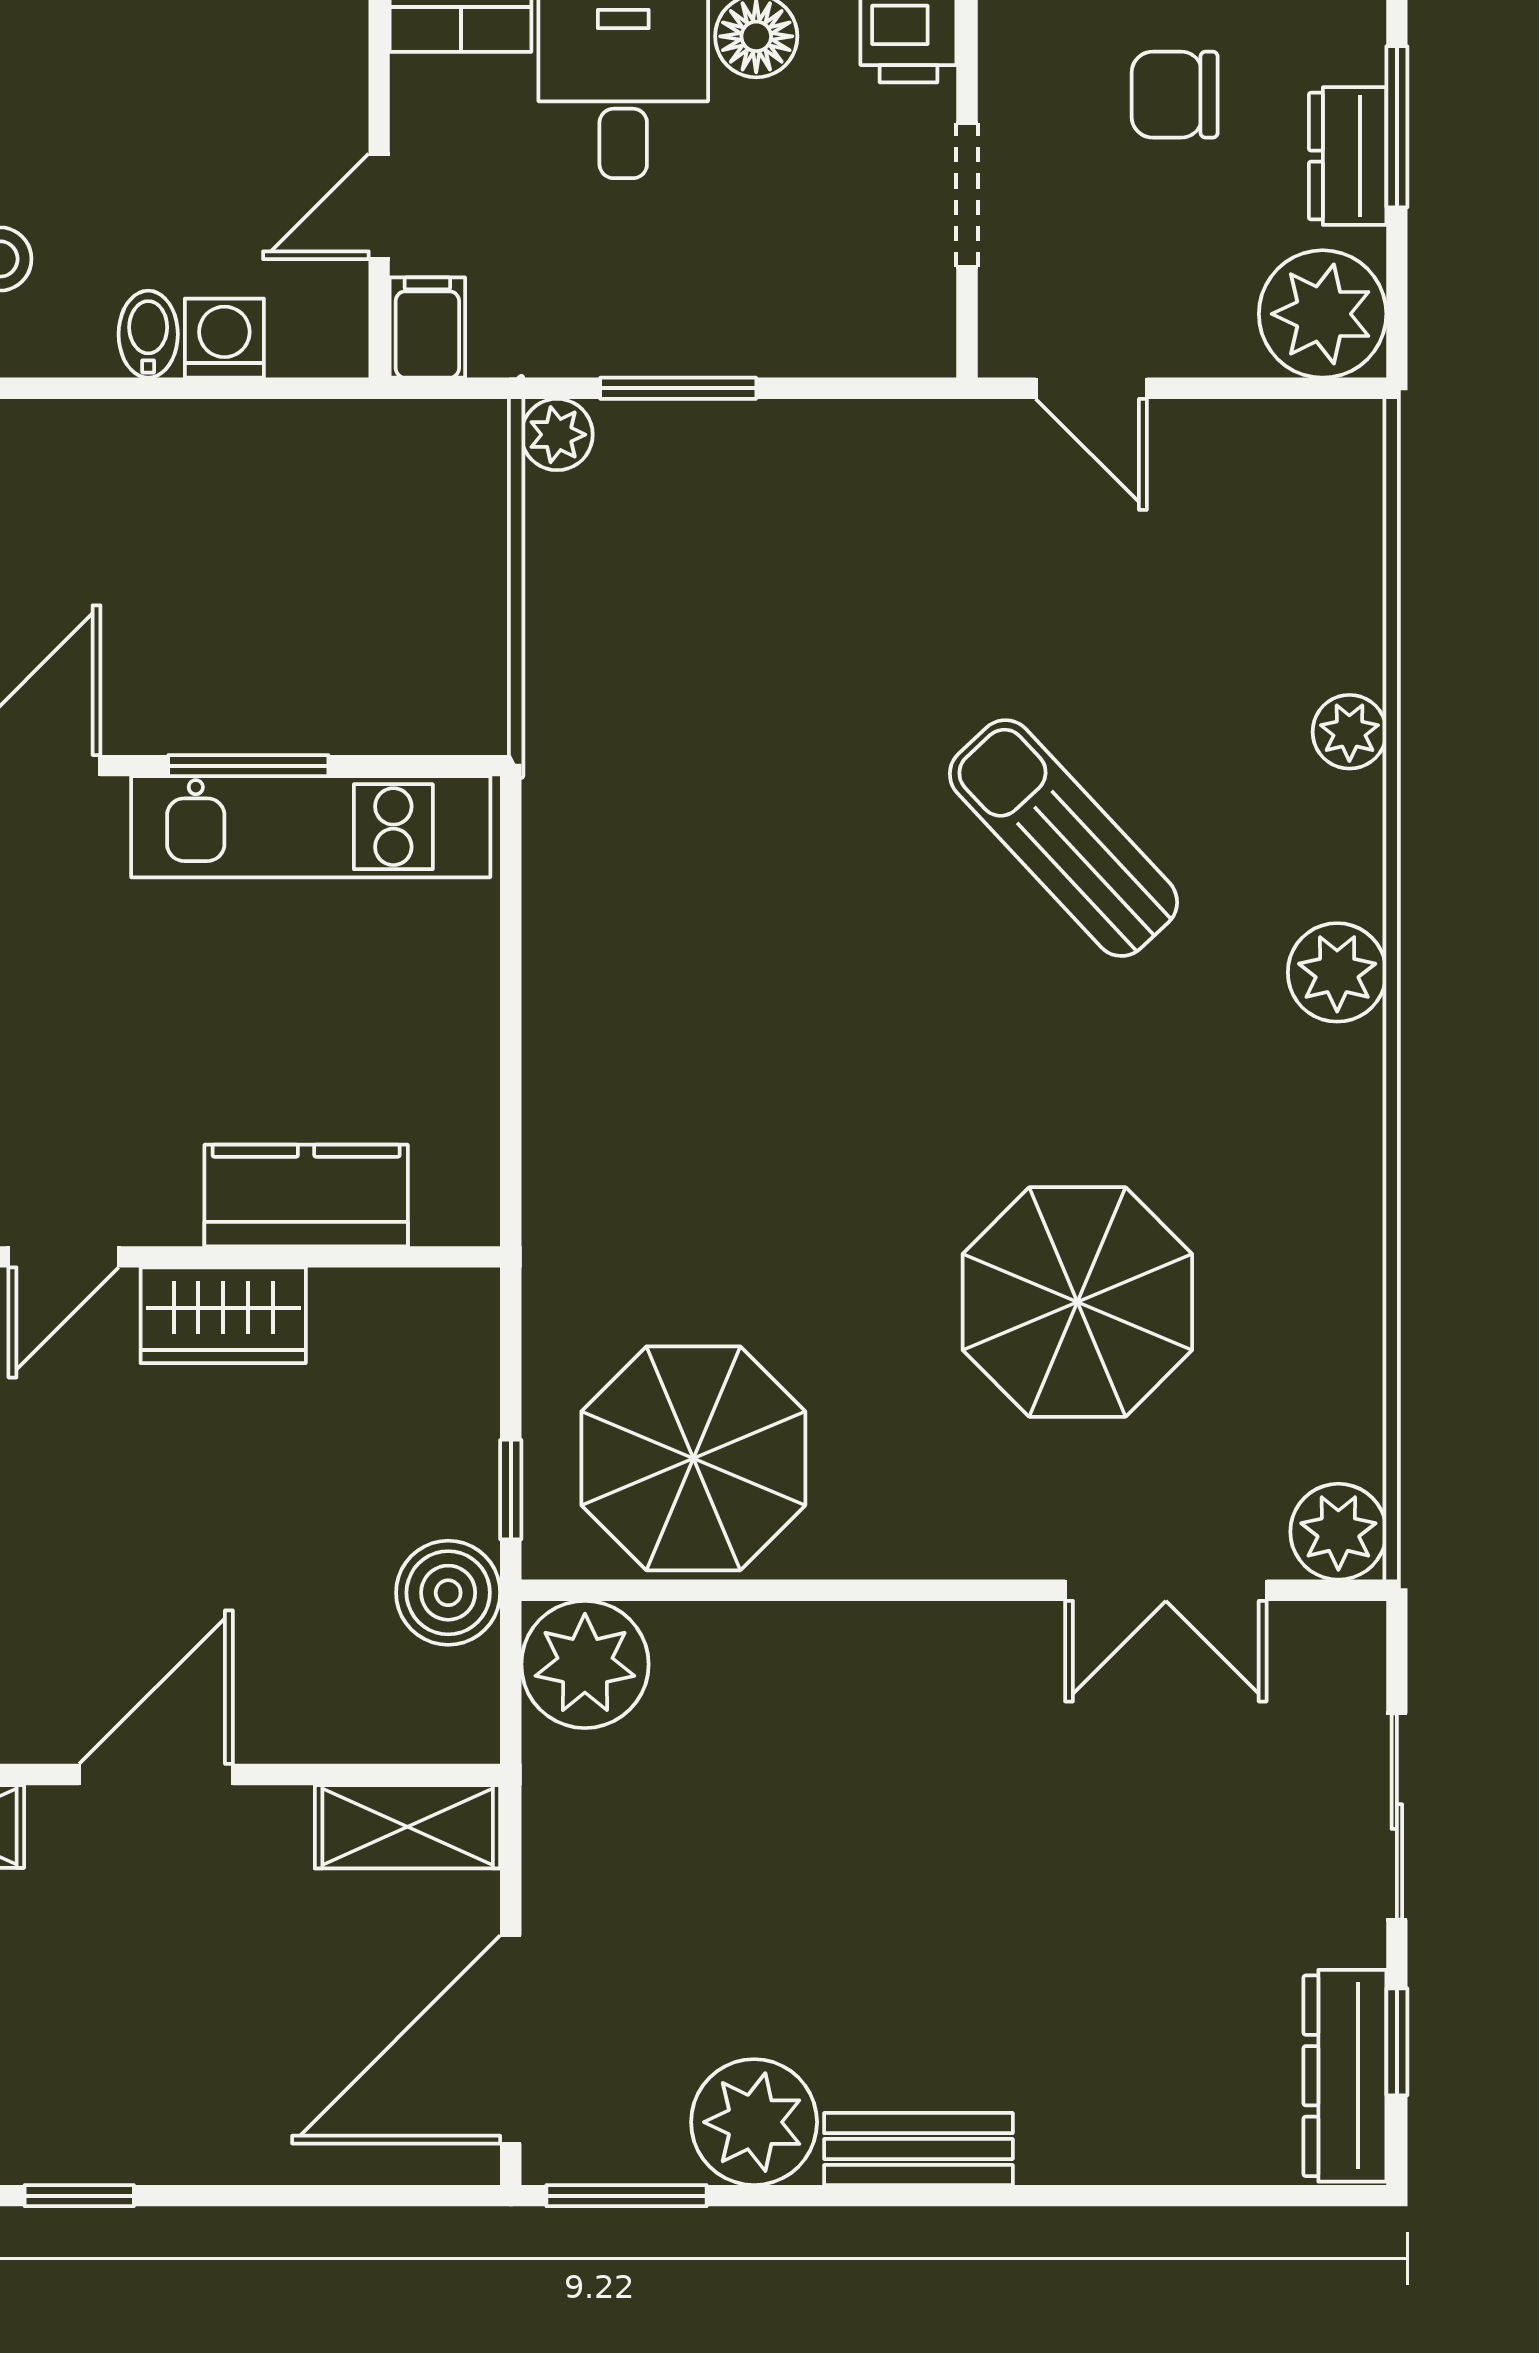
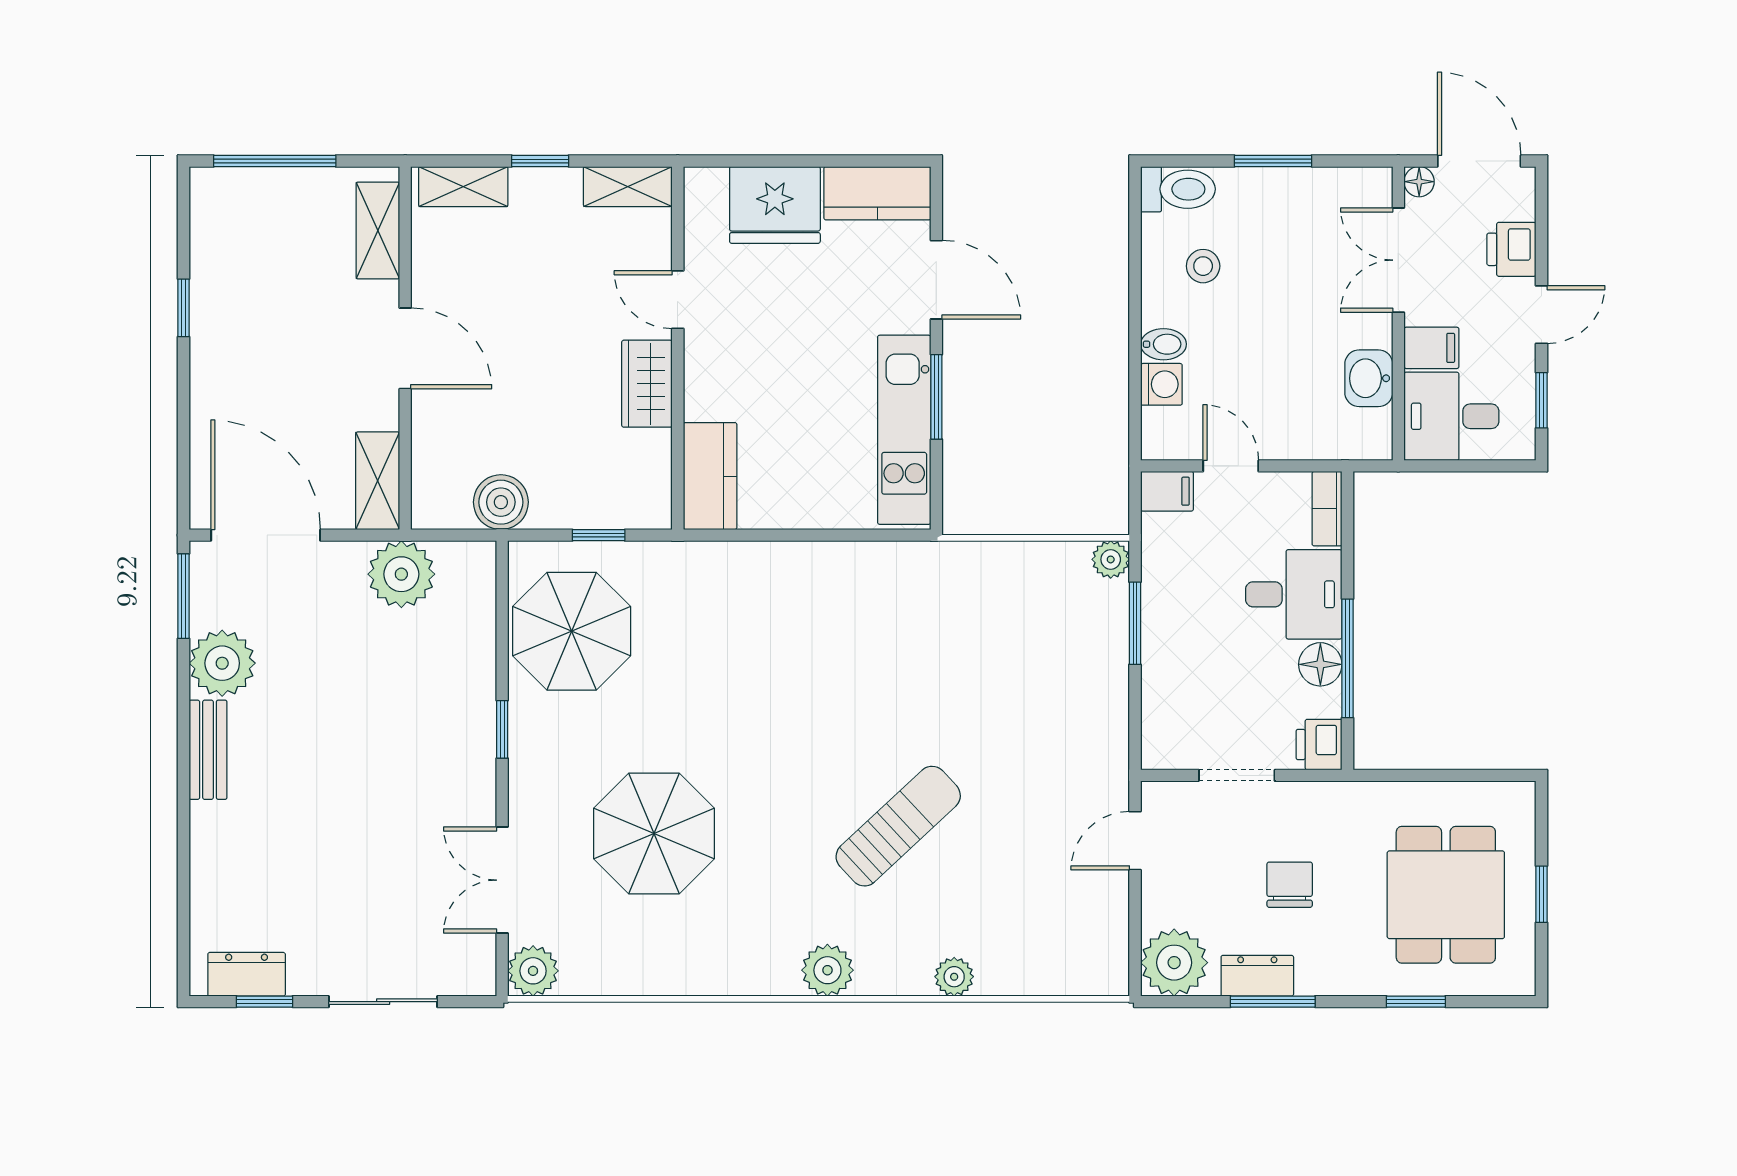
kitchen counter: (306, 1195) -> (710, 476), moved
window: (511, 1490) -> (599, 535), moved
window: (880, 1590) -> (502, 729), added
plant: (585, 1664) -> (401, 574), moved
dresser: (1345, 2076) -> (247, 974), width x0.70

